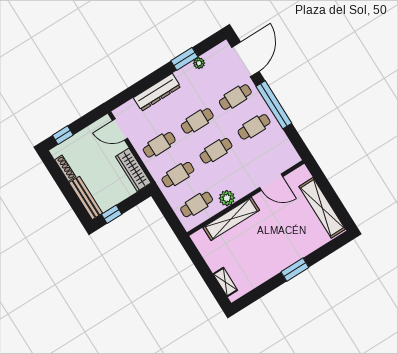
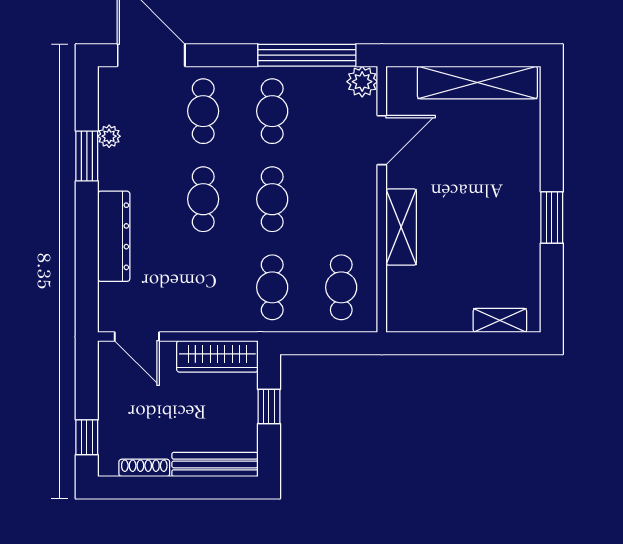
window: (274, 105) -> (307, 55), moved
door: (120, 129) -> (137, 337), hinge flipped
cafe table: (159, 145) -> (203, 287), removed
plant: (227, 198) -> (362, 82), moved
window: (112, 214) -> (269, 407), moved
shelving: (231, 219) -> (401, 227), width x0.68
window: (295, 270) -> (552, 218), moved

